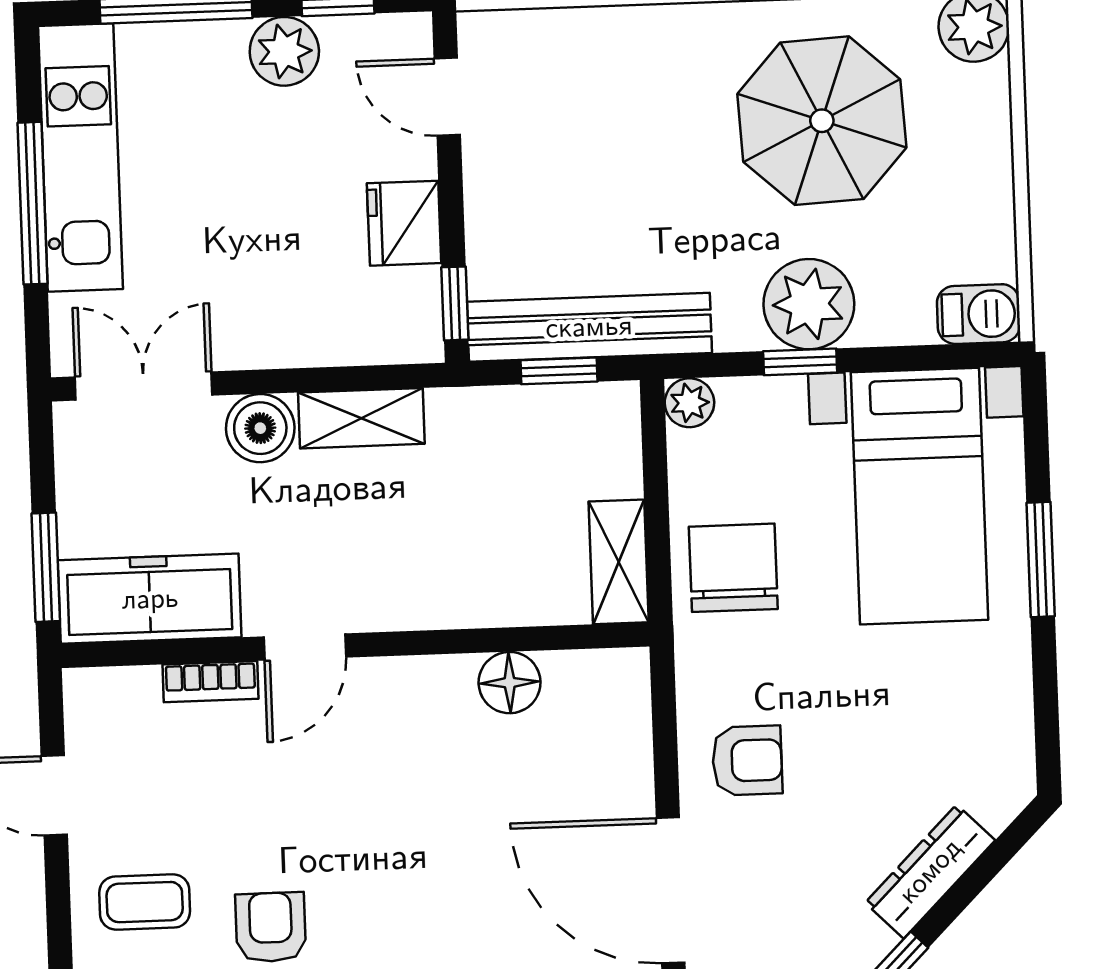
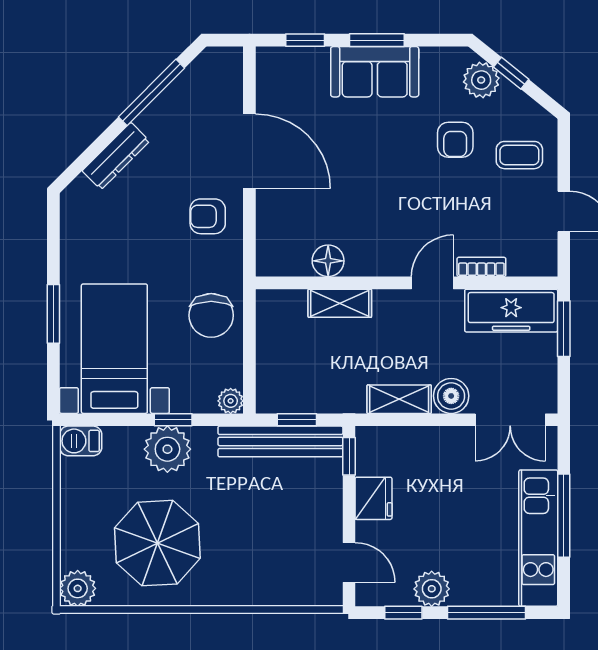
shelving: (619, 562) -> (340, 303), moved, turned 90

